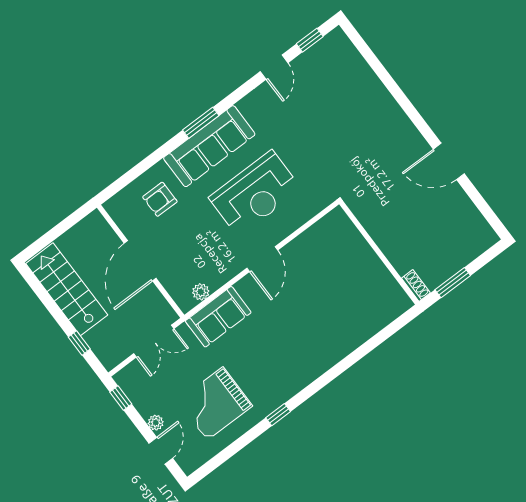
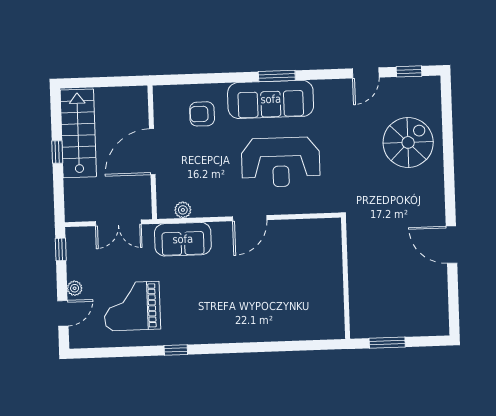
spiral stairs: (351, 101) -> (408, 142), added
shoe rack: (416, 286) -> (357, 324), removed
window: (79, 343) -> (57, 152), moved

